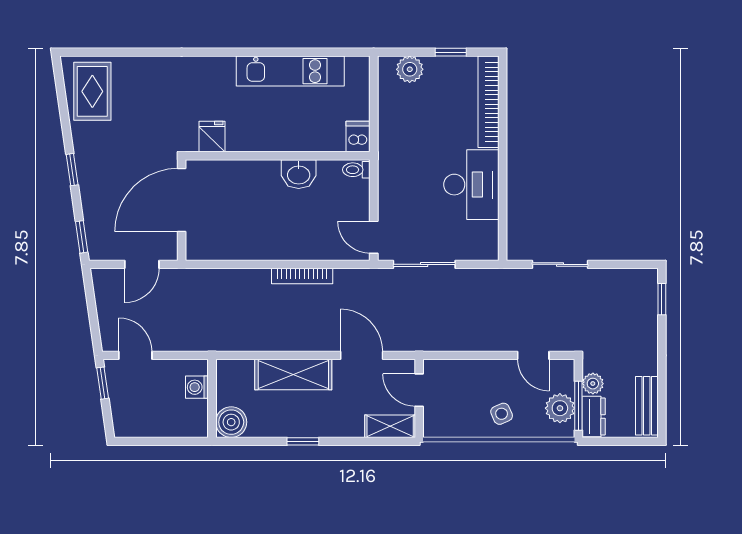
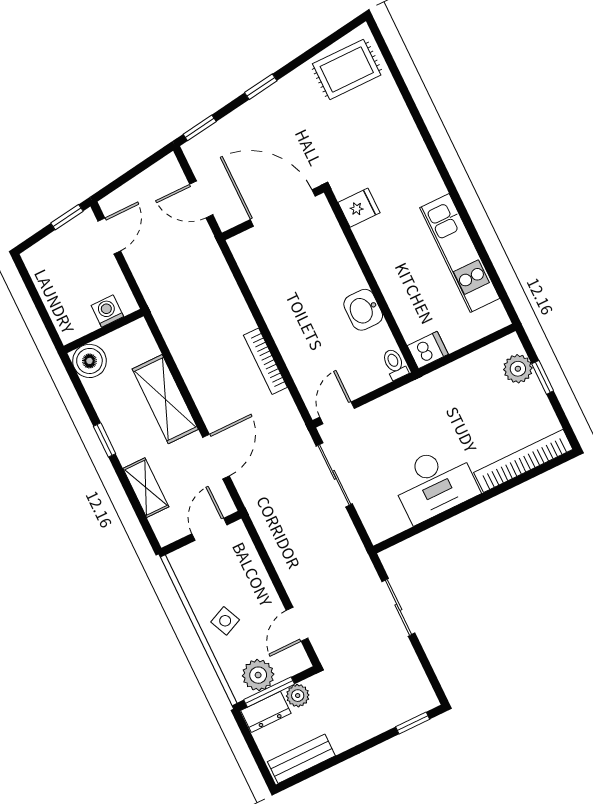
window: (451, 52) -> (543, 377), moved
shelving: (390, 426) -> (146, 488), moved

